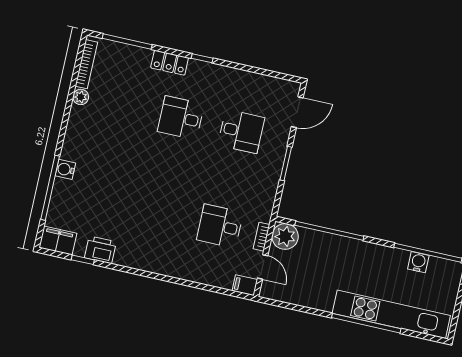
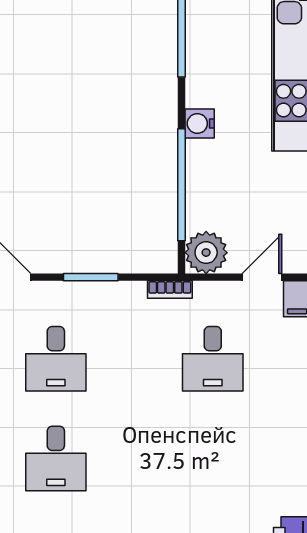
desk: (241, 131) -> (56, 359), turned 180
bookcase: (261, 237) -> (170, 290), moved
water cooler: (418, 262) -> (200, 123), moved

